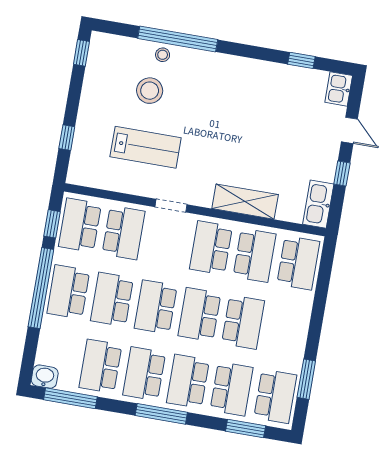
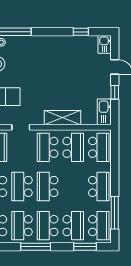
school desk: (243, 322) -> (99, 186), moved
window: (306, 379) -> (115, 213), width x1.44

